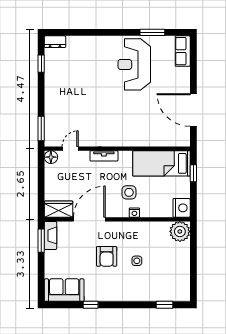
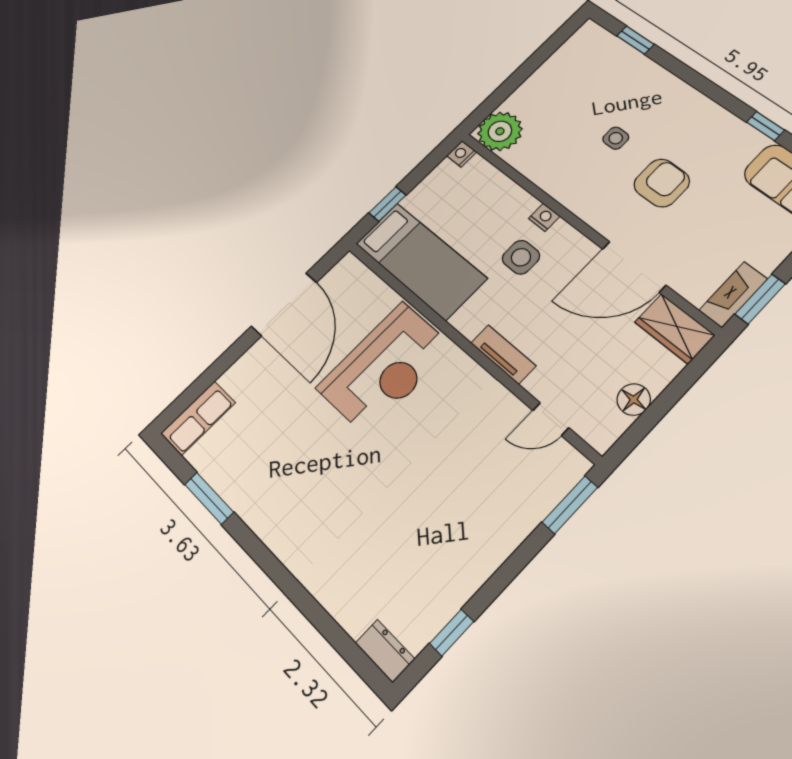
reception desk: (134, 64) -> (385, 368), moved
floor lamp: (51, 157) -> (634, 400), moved
nightstand: (182, 208) -> (462, 154), width x0.53, depth x0.56

